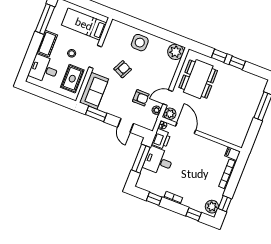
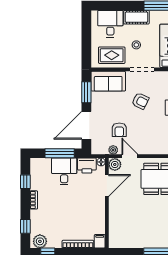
door: (125, 125) -> (86, 125), width x1.88

